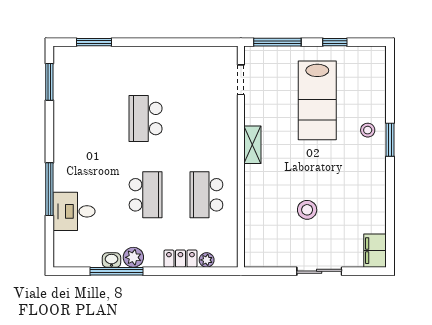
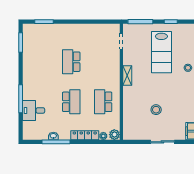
plant: (133, 257) -> (114, 135), moved
locker: (180, 259) -> (85, 135), width x1.53

